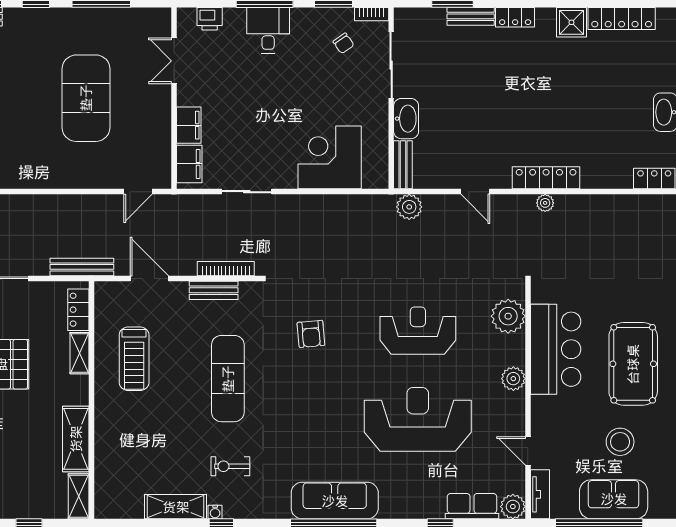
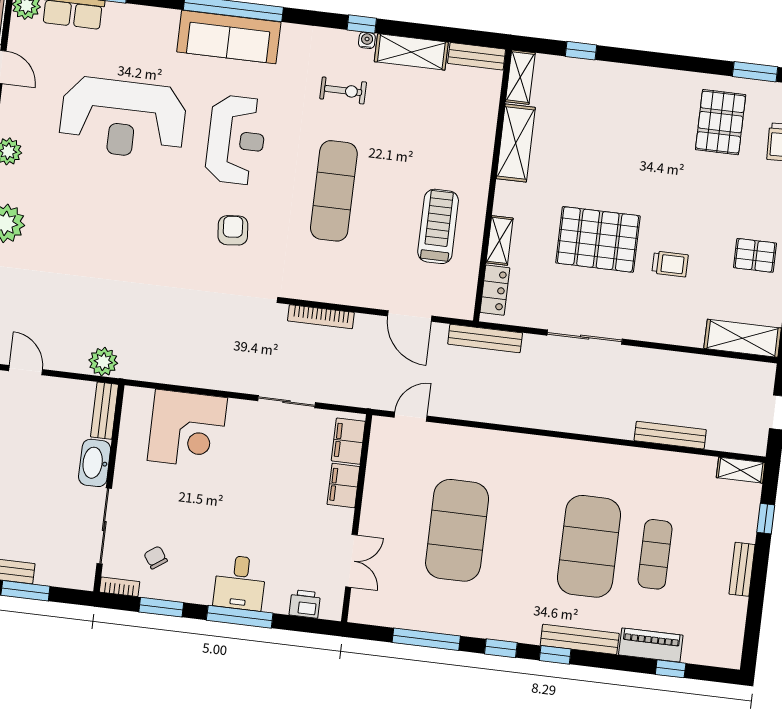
bench: (214, 290) -> (477, 56), moved
reception desk: (418, 331) -> (236, 140), moved, turned -90

